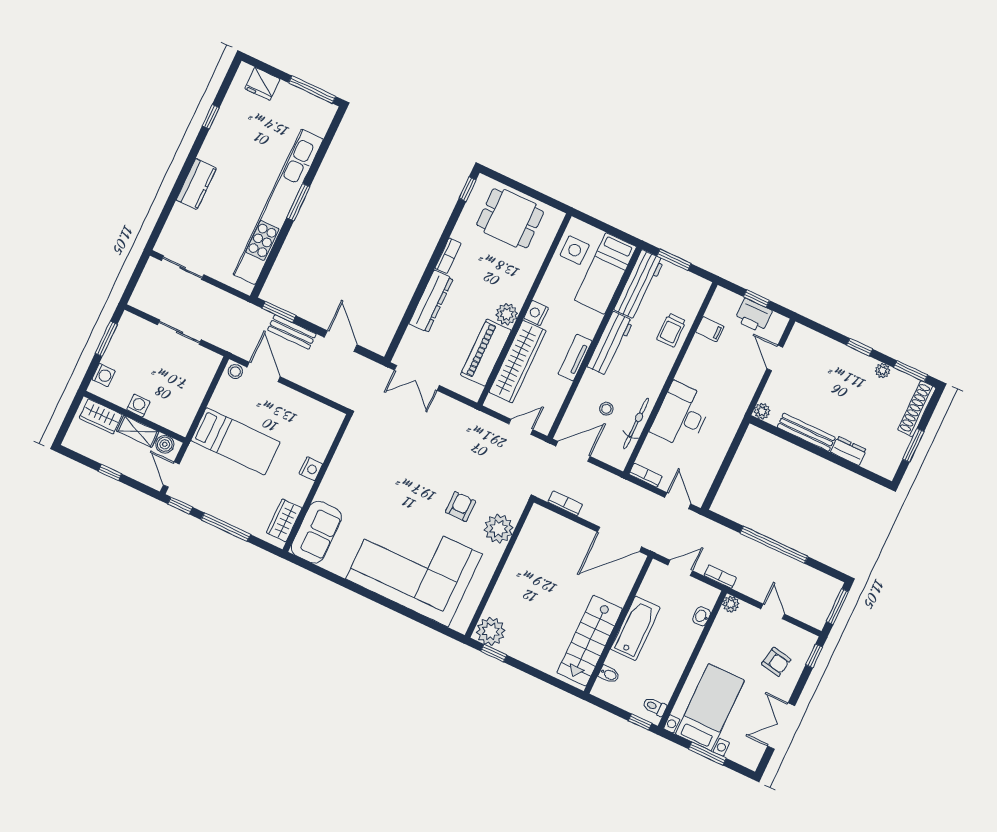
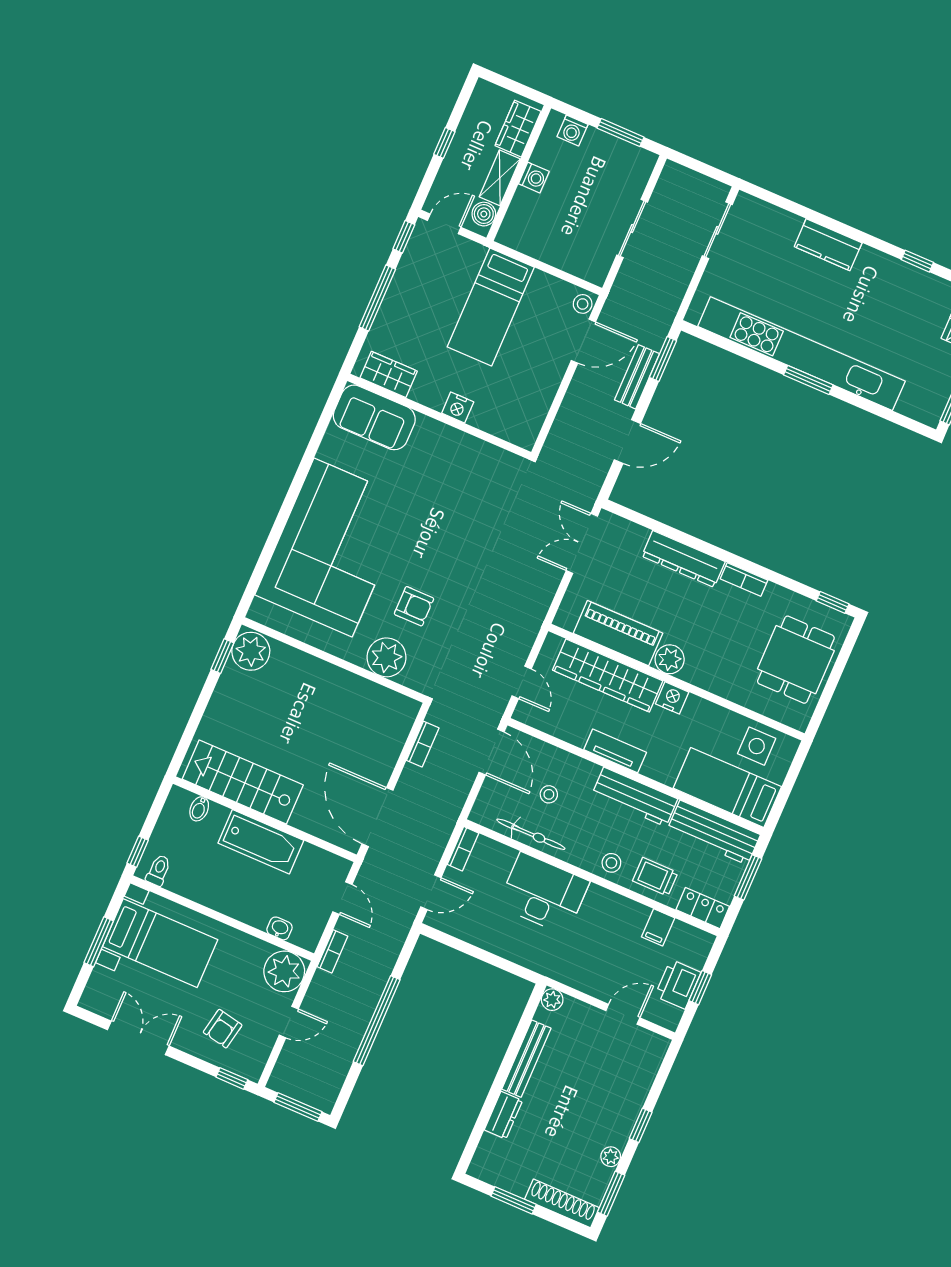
locker: (696, 295) -> (703, 908), added
stool: (660, 363) -> (611, 863), added
plant: (731, 604) -> (284, 971), width x1.88, depth x1.88

